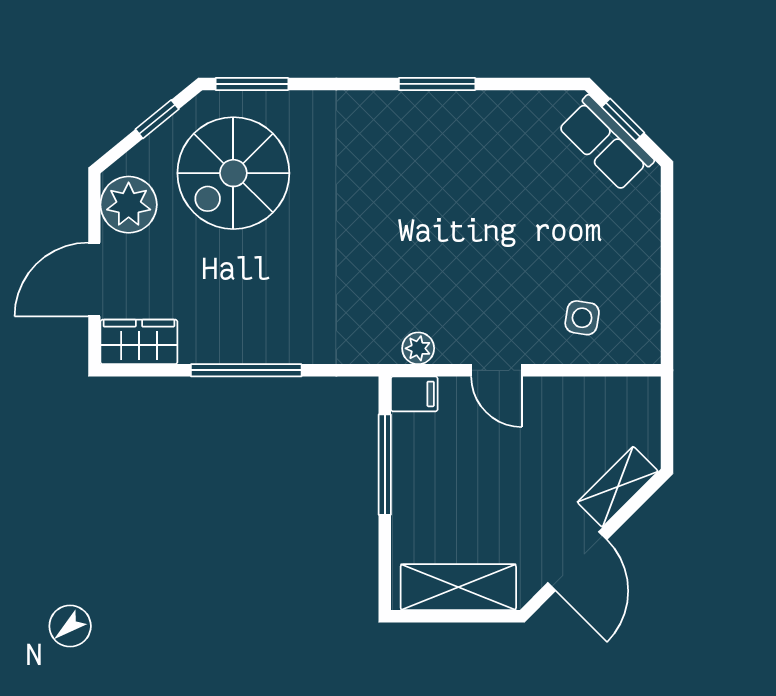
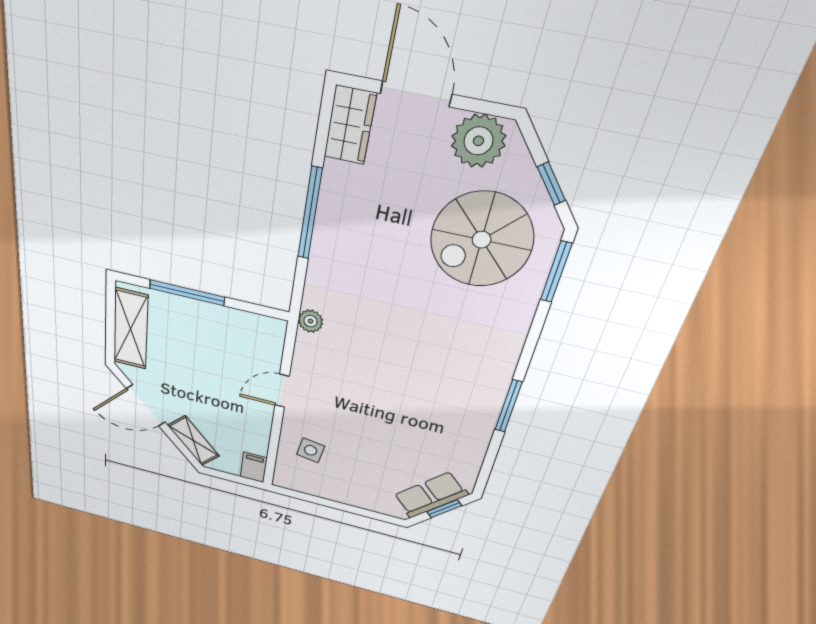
spiral stairs: (233, 173) -> (482, 240), turned -90
plant: (418, 348) -> (311, 321), moved
filing cabinet: (414, 394) -> (254, 467), moved, turned 180
window: (385, 465) -> (187, 293), moved

